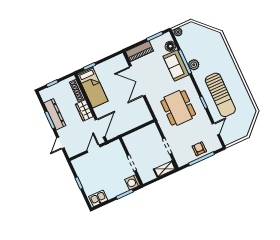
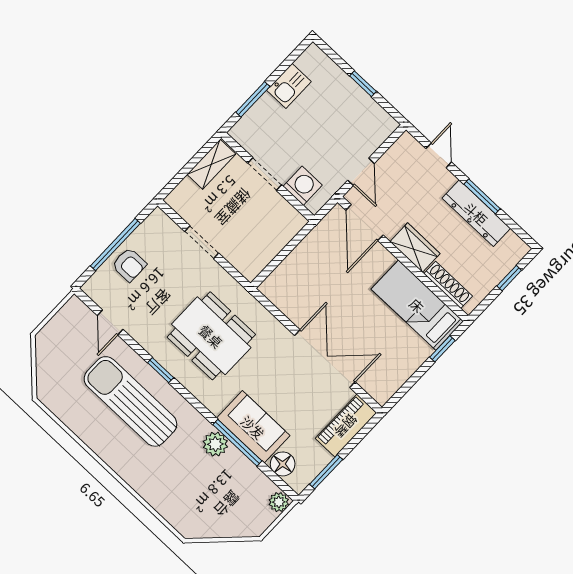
shelving: (165, 169) -> (211, 164), moved
washing machine: (132, 182) -> (303, 186), moved
kitchen sink: (98, 198) -> (289, 86), moved

